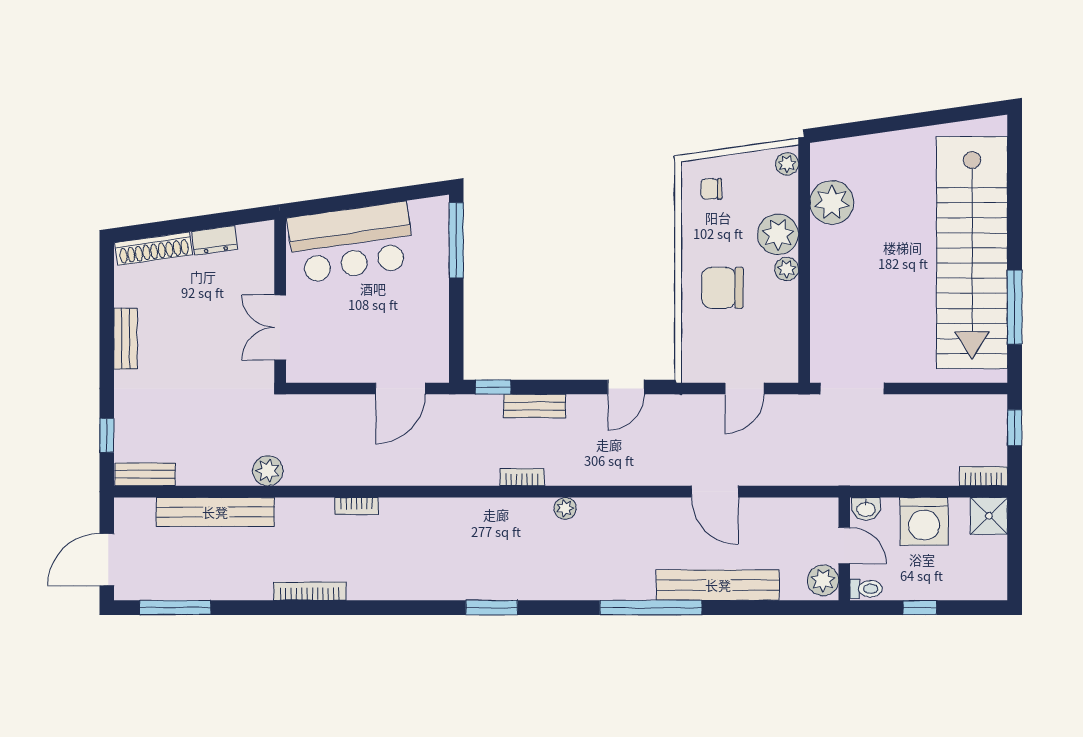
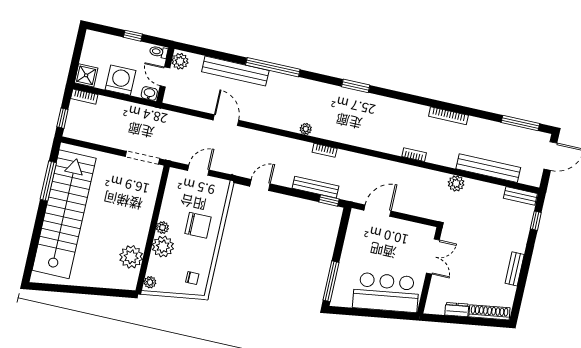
bench: (535, 406) -> (316, 187), width x1.36

